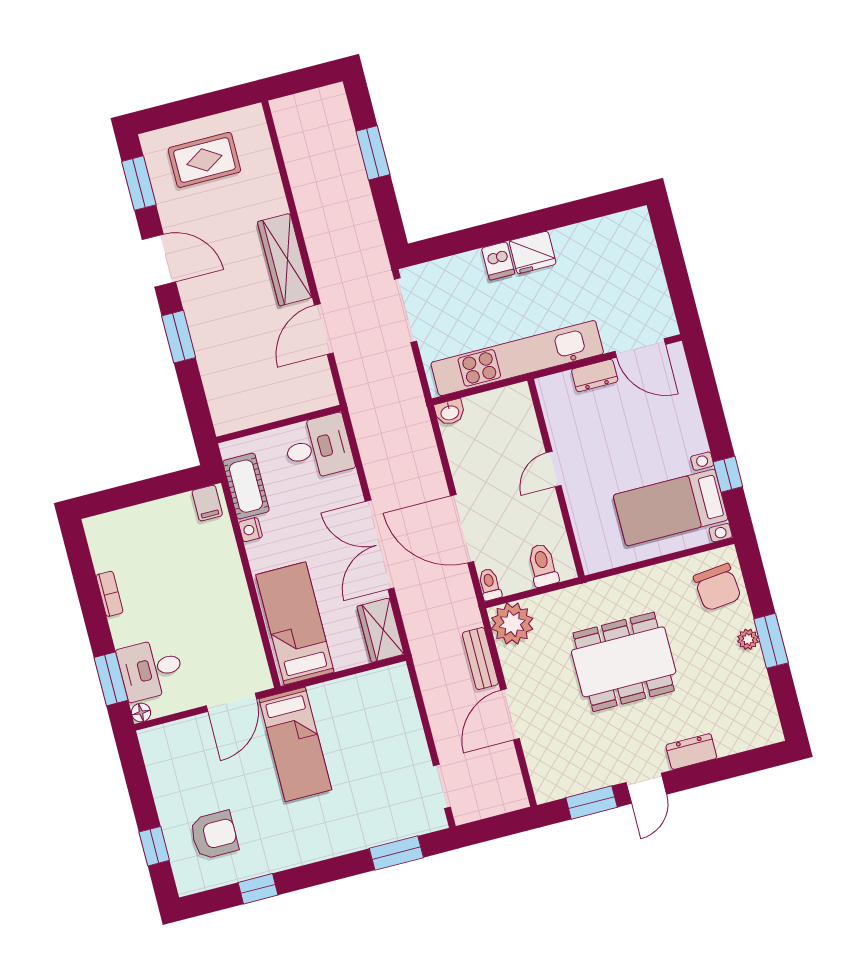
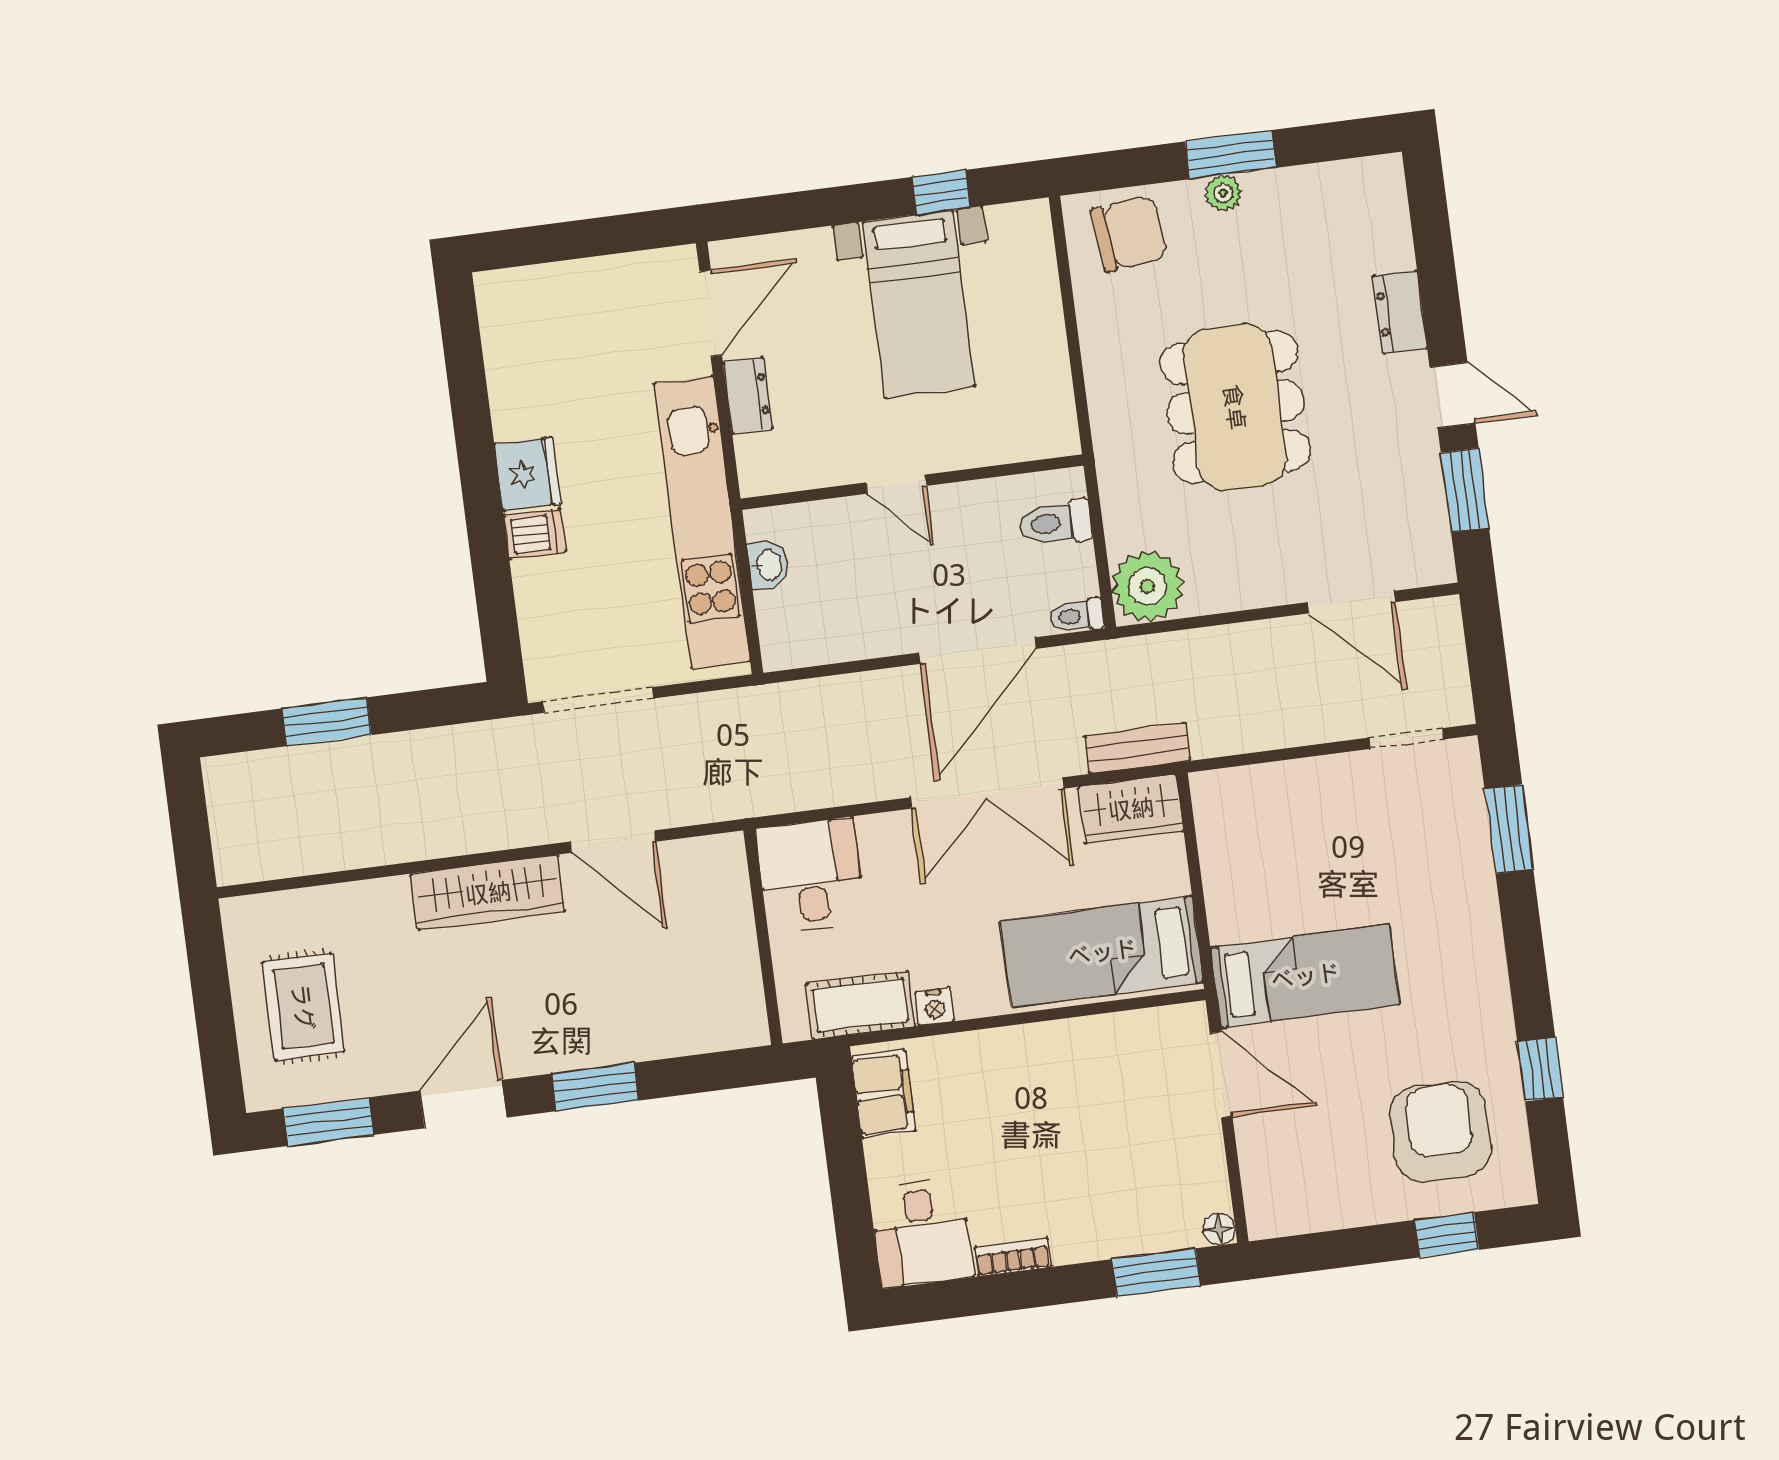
washbasin: (450, 412) -> (768, 565), moved
filing cabinet: (207, 503) -> (884, 1094), width x2.00
bed with nightstands: (671, 507) -> (919, 304), moved
bench: (480, 659) -> (1138, 748), moved
desk: (151, 669) -> (921, 1233), moved
door: (510, 714) -> (1352, 602), moved
armchair: (214, 835) -> (1440, 1132), width x1.36, depth x1.36

